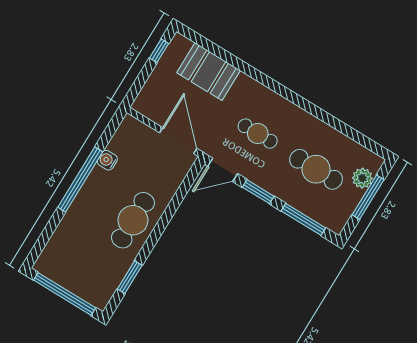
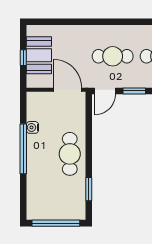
window: (159, 51) -> (23, 58), moved
booth: (209, 72) -> (39, 55), moved, turned 90
cafe table: (258, 134) -> (113, 56), width x1.37, depth x1.35

